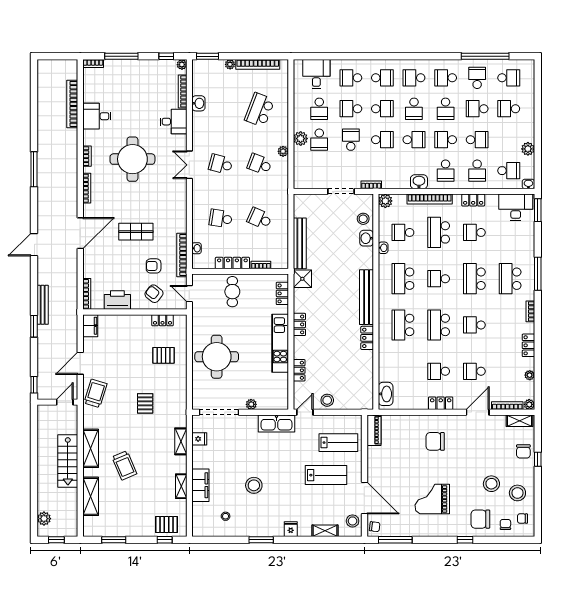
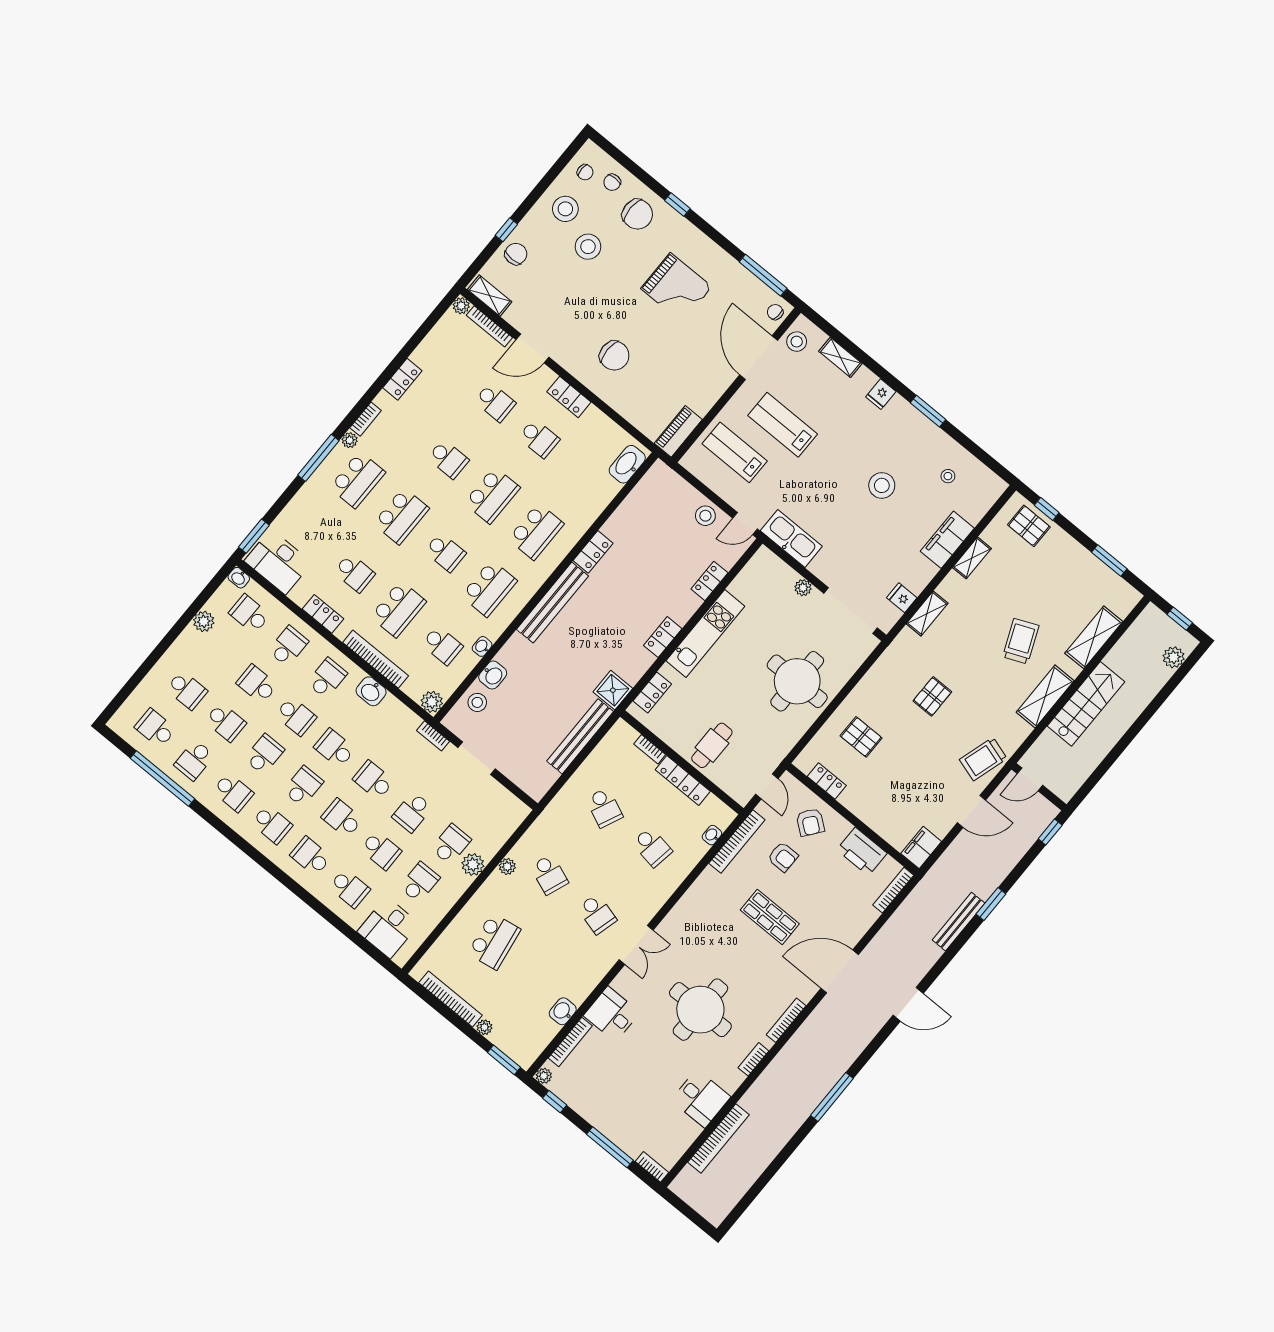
school desk: (260, 110) -> (494, 941), turned -30
plant: (530, 375) -> (350, 440), moved

